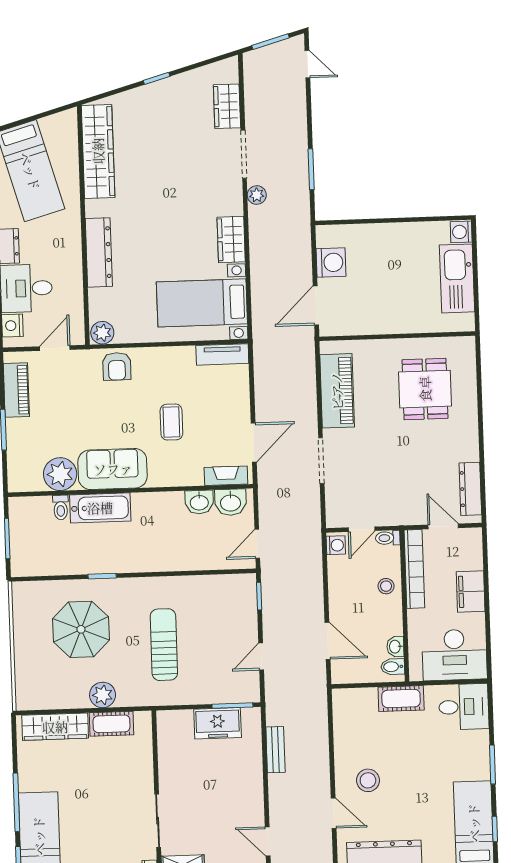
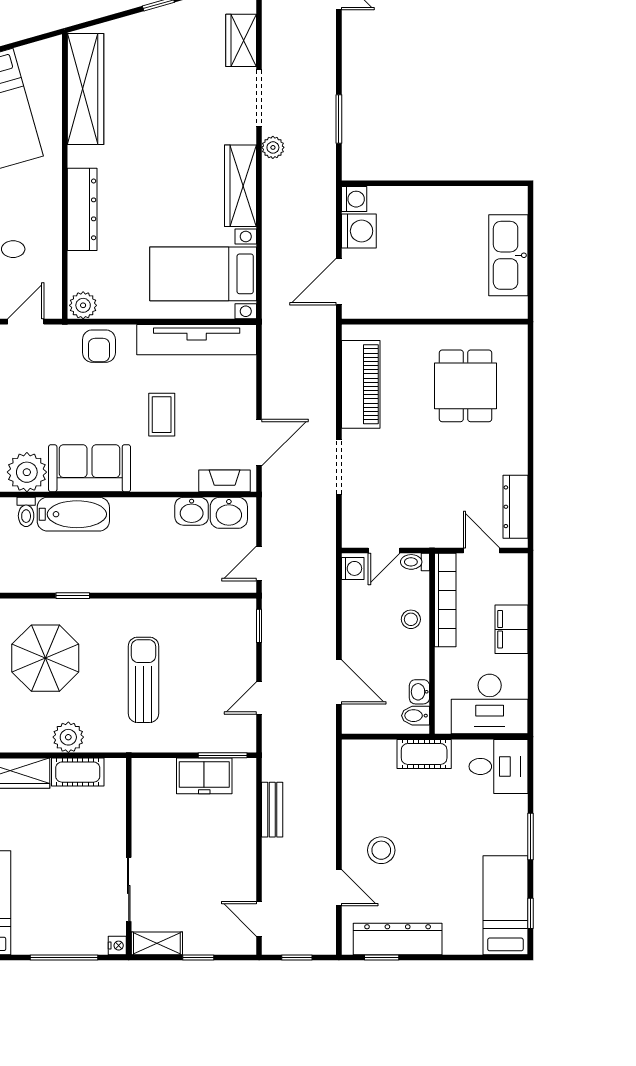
washing machine: (461, 232) -> (354, 199), moved, turned 180
wardrobe: (231, 239) -> (241, 186), width x1.50
tv unit: (222, 354) -> (197, 340), width x1.92, depth x1.29

